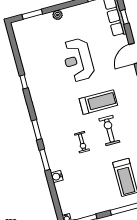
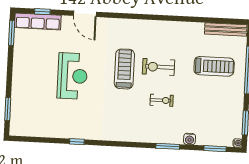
plant: (57, 15) -> (17, 83), removed
reception desk: (78, 60) -> (72, 76), turned -90
window: (37, 130) -> (215, 149), moved

